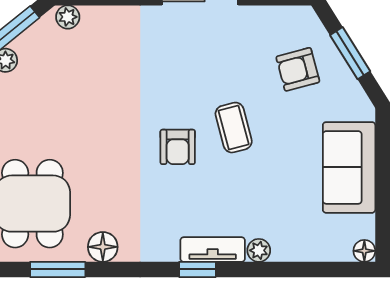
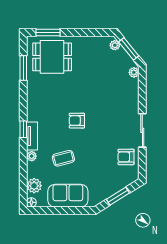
armchair: (298, 69) -> (126, 157), moved, turned -75
coffee table: (234, 128) -> (63, 158), moved
plant: (326, 245) -> (34, 186), added
floor lamp: (103, 247) -> (33, 88), removed

